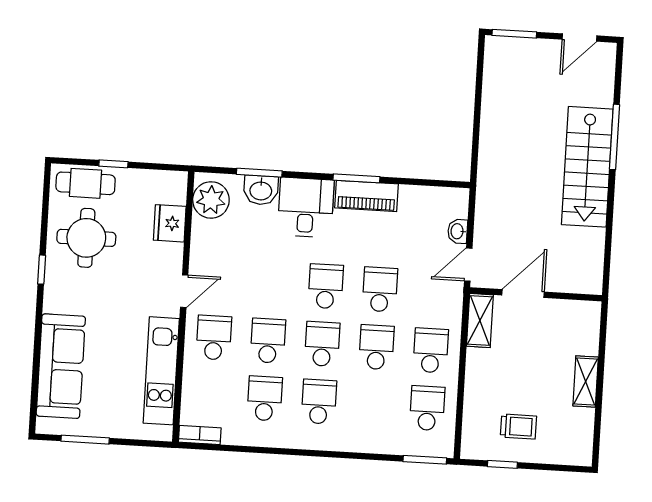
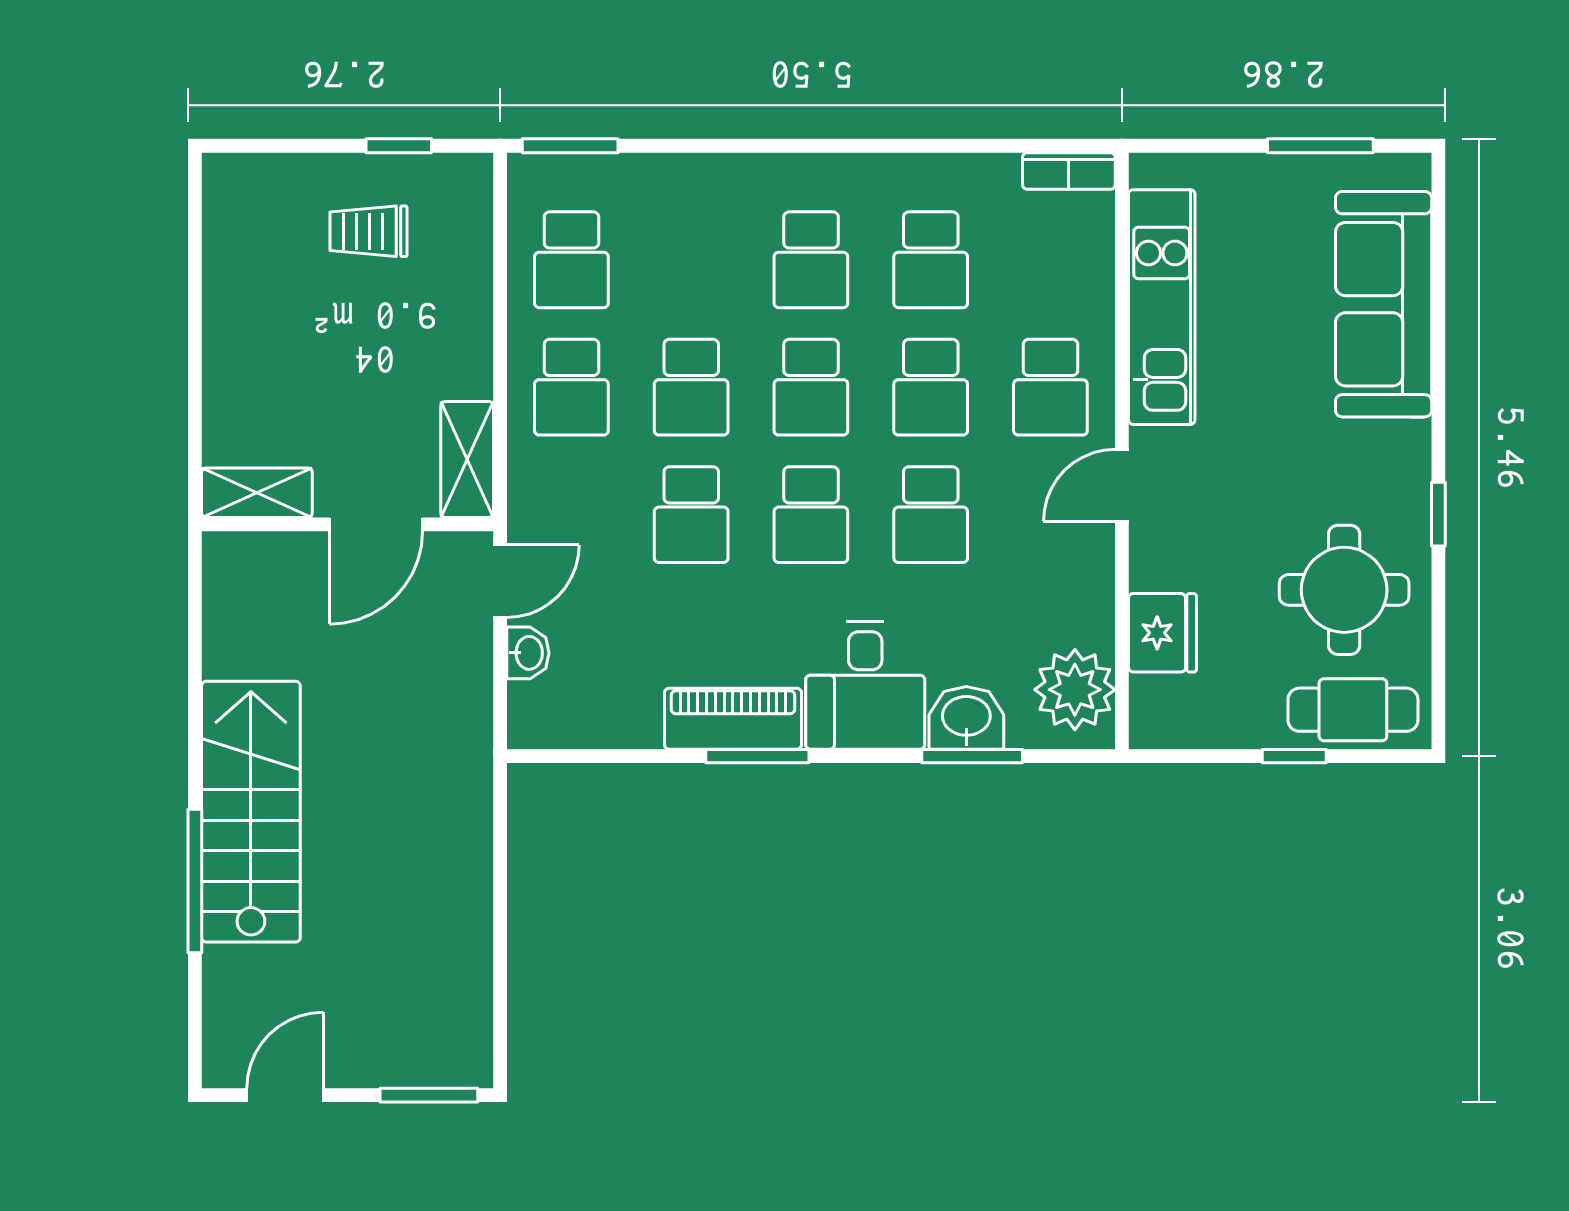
school desk: (271, 283) -> (931, 515), added
shelving: (586, 382) -> (257, 493), moved, turned 90

